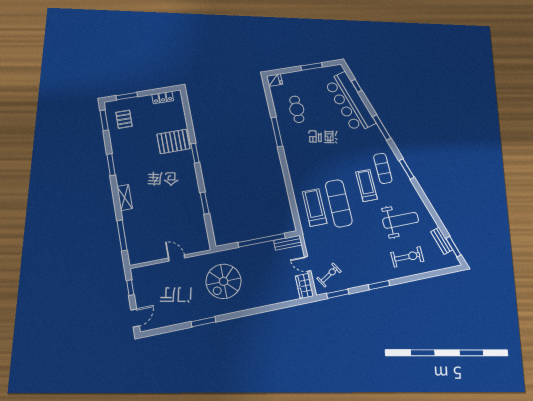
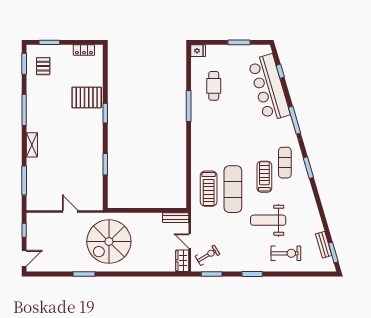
window: (111, 165) -> (24, 110), width x1.44
treadmill: (315, 207) -> (209, 189), turned 180
weight bench: (401, 220) -> (268, 220), moved, turned 180
window: (262, 240) -> (152, 210), removed
spiral stairs: (224, 281) -> (109, 242), width x1.37, depth x1.37

